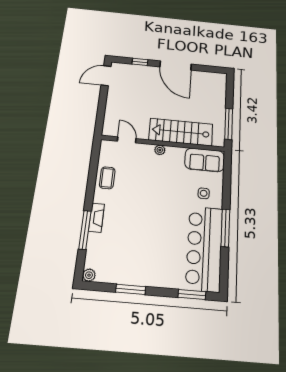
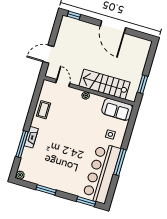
window: (140, 62) -> (74, 15), moved
door: (106, 76) -> (48, 54), moved
window: (229, 124) -> (143, 84), width x0.69

